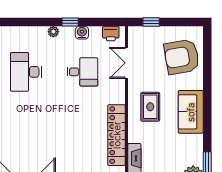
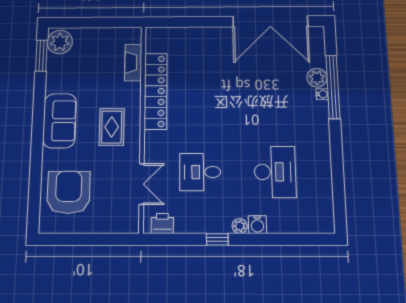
window: (151, 22) -> (108, 239), removed
water cooler: (82, 33) -> (257, 225), moved
armchair: (182, 57) -> (69, 192), turned -80

